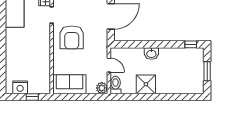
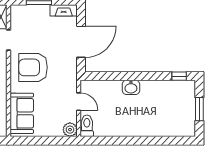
armchair: (72, 37) -> (33, 67), turned 90
sofa: (69, 84) -> (22, 113), moved, turned 90
shower: (146, 84) -> (124, 125), removed

